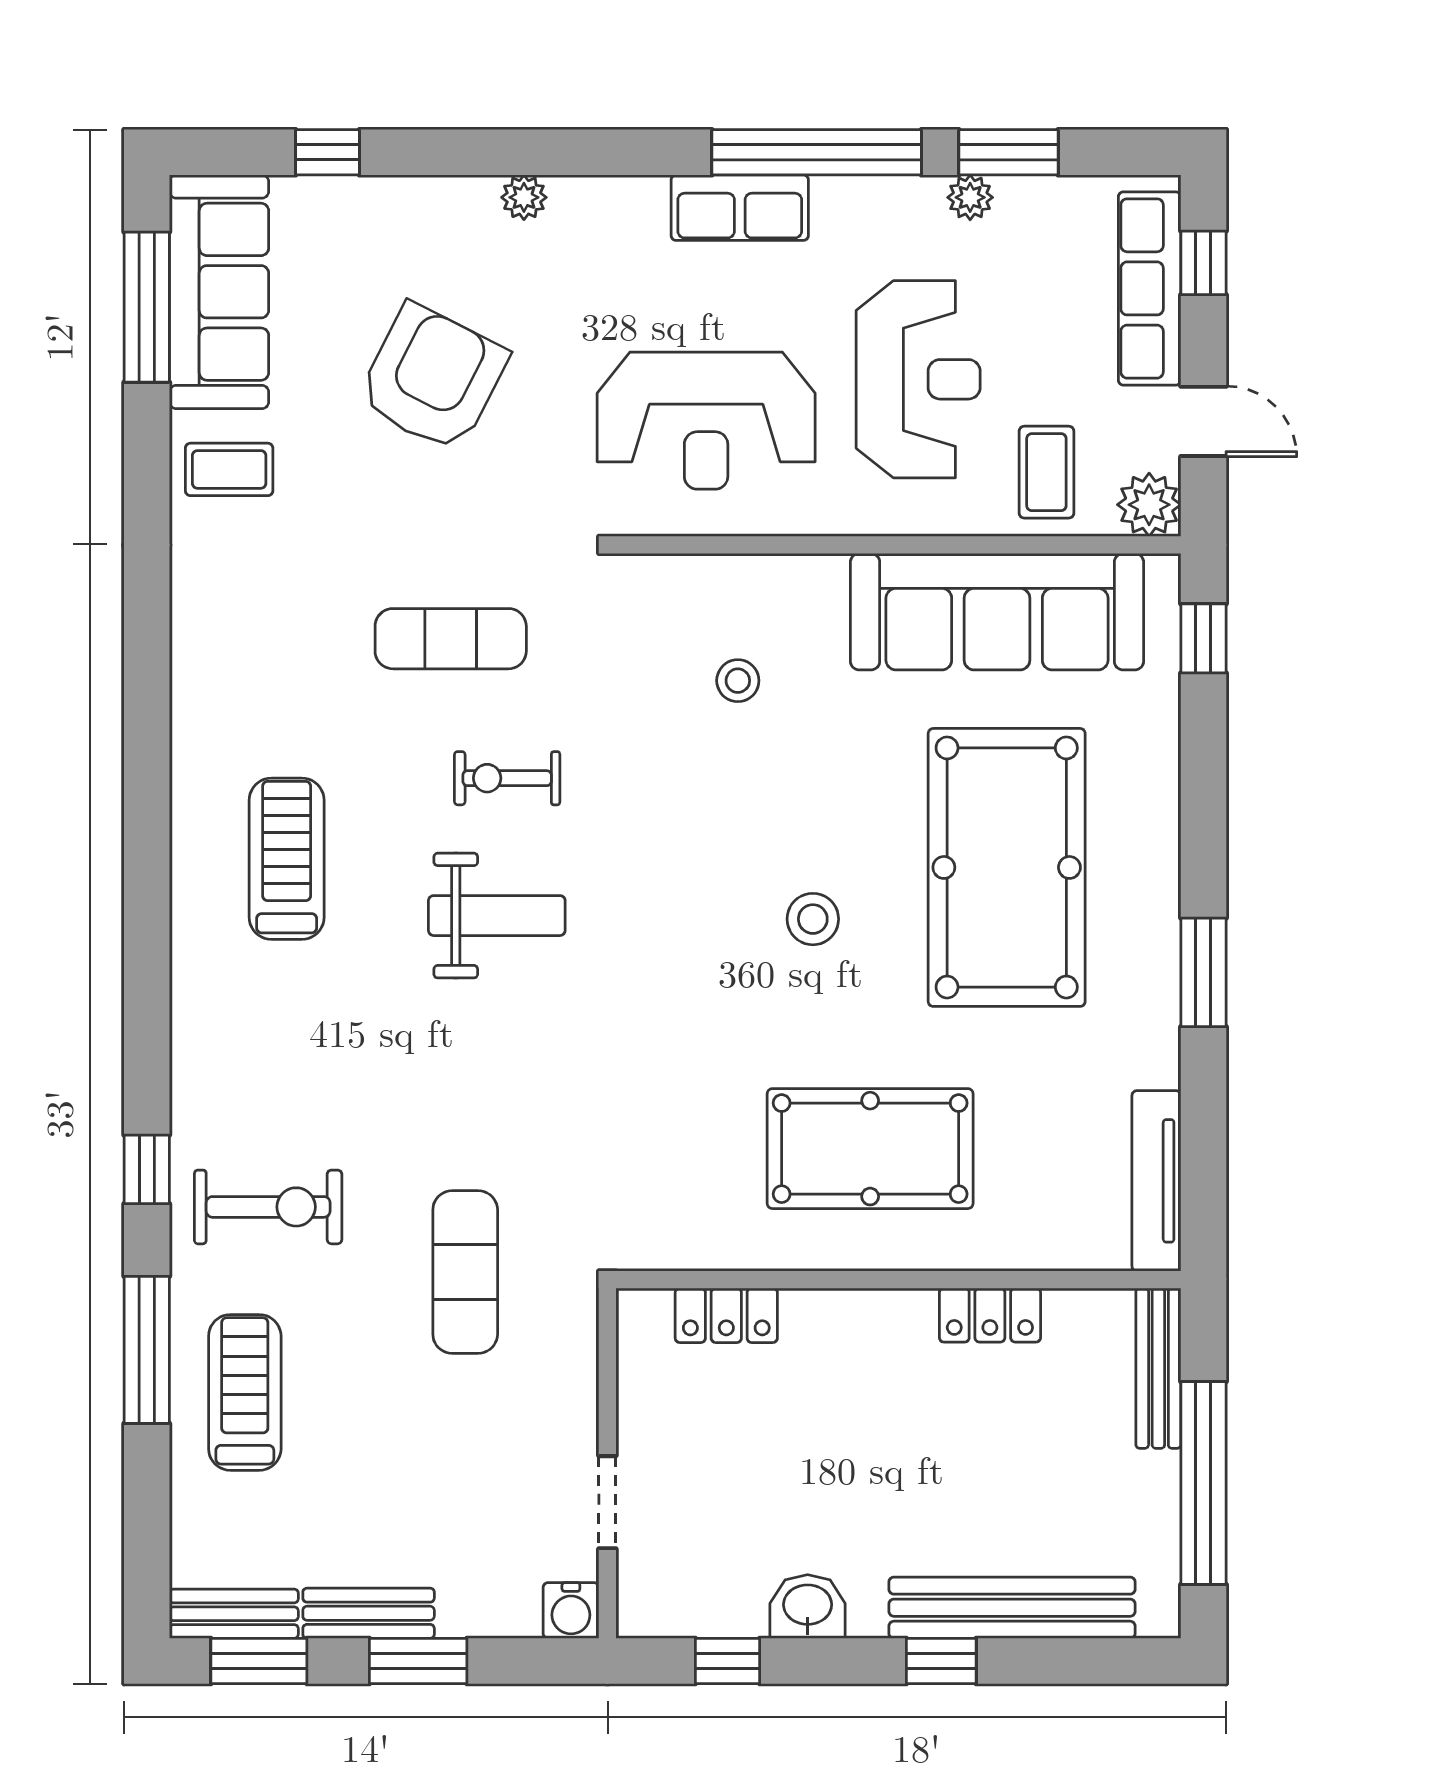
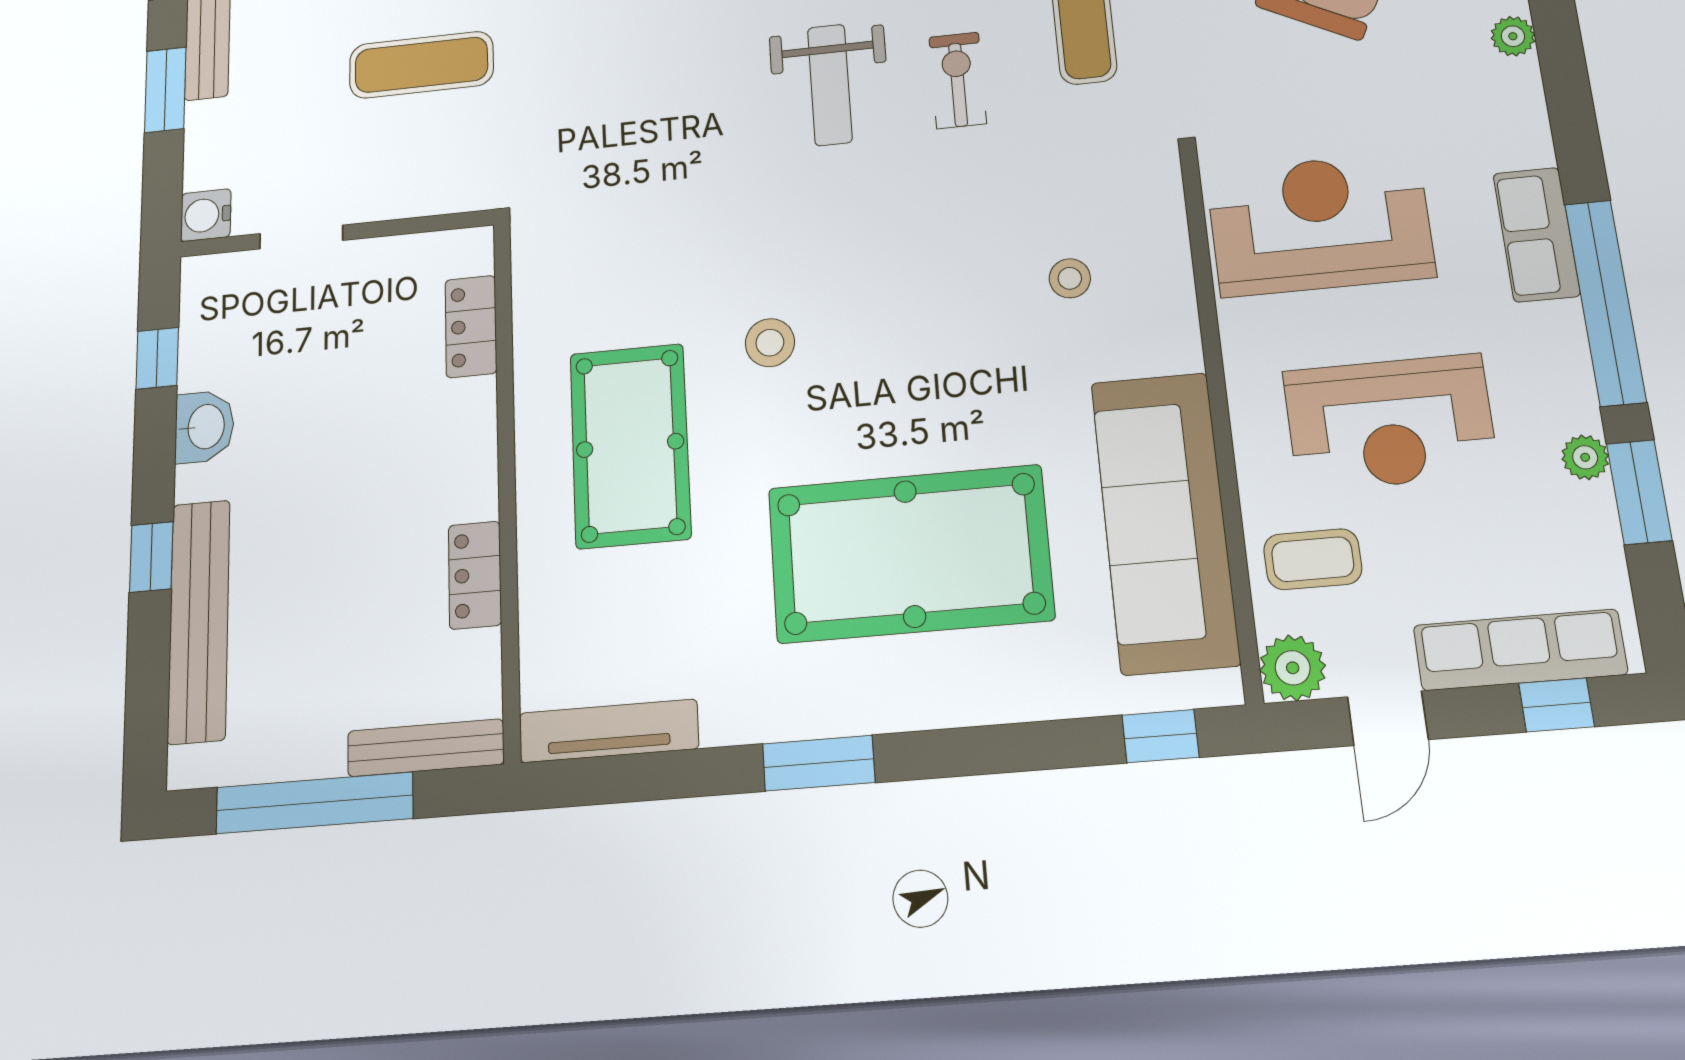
reception desk: (706, 421) -> (1320, 224), turned 90
stool: (813, 919) -> (770, 343), moved
exercise mat: (465, 1272) -> (421, 65), moved

